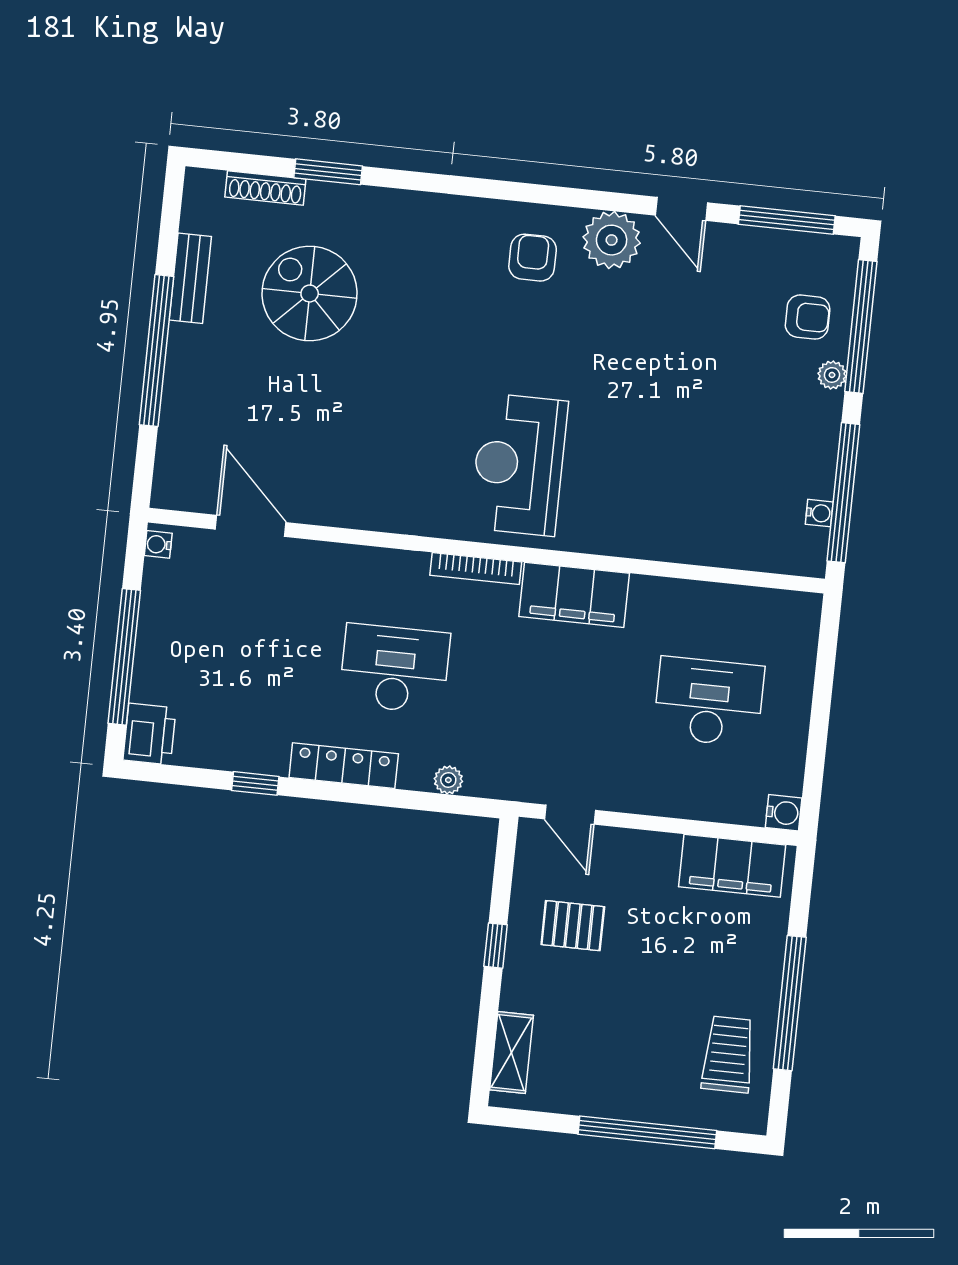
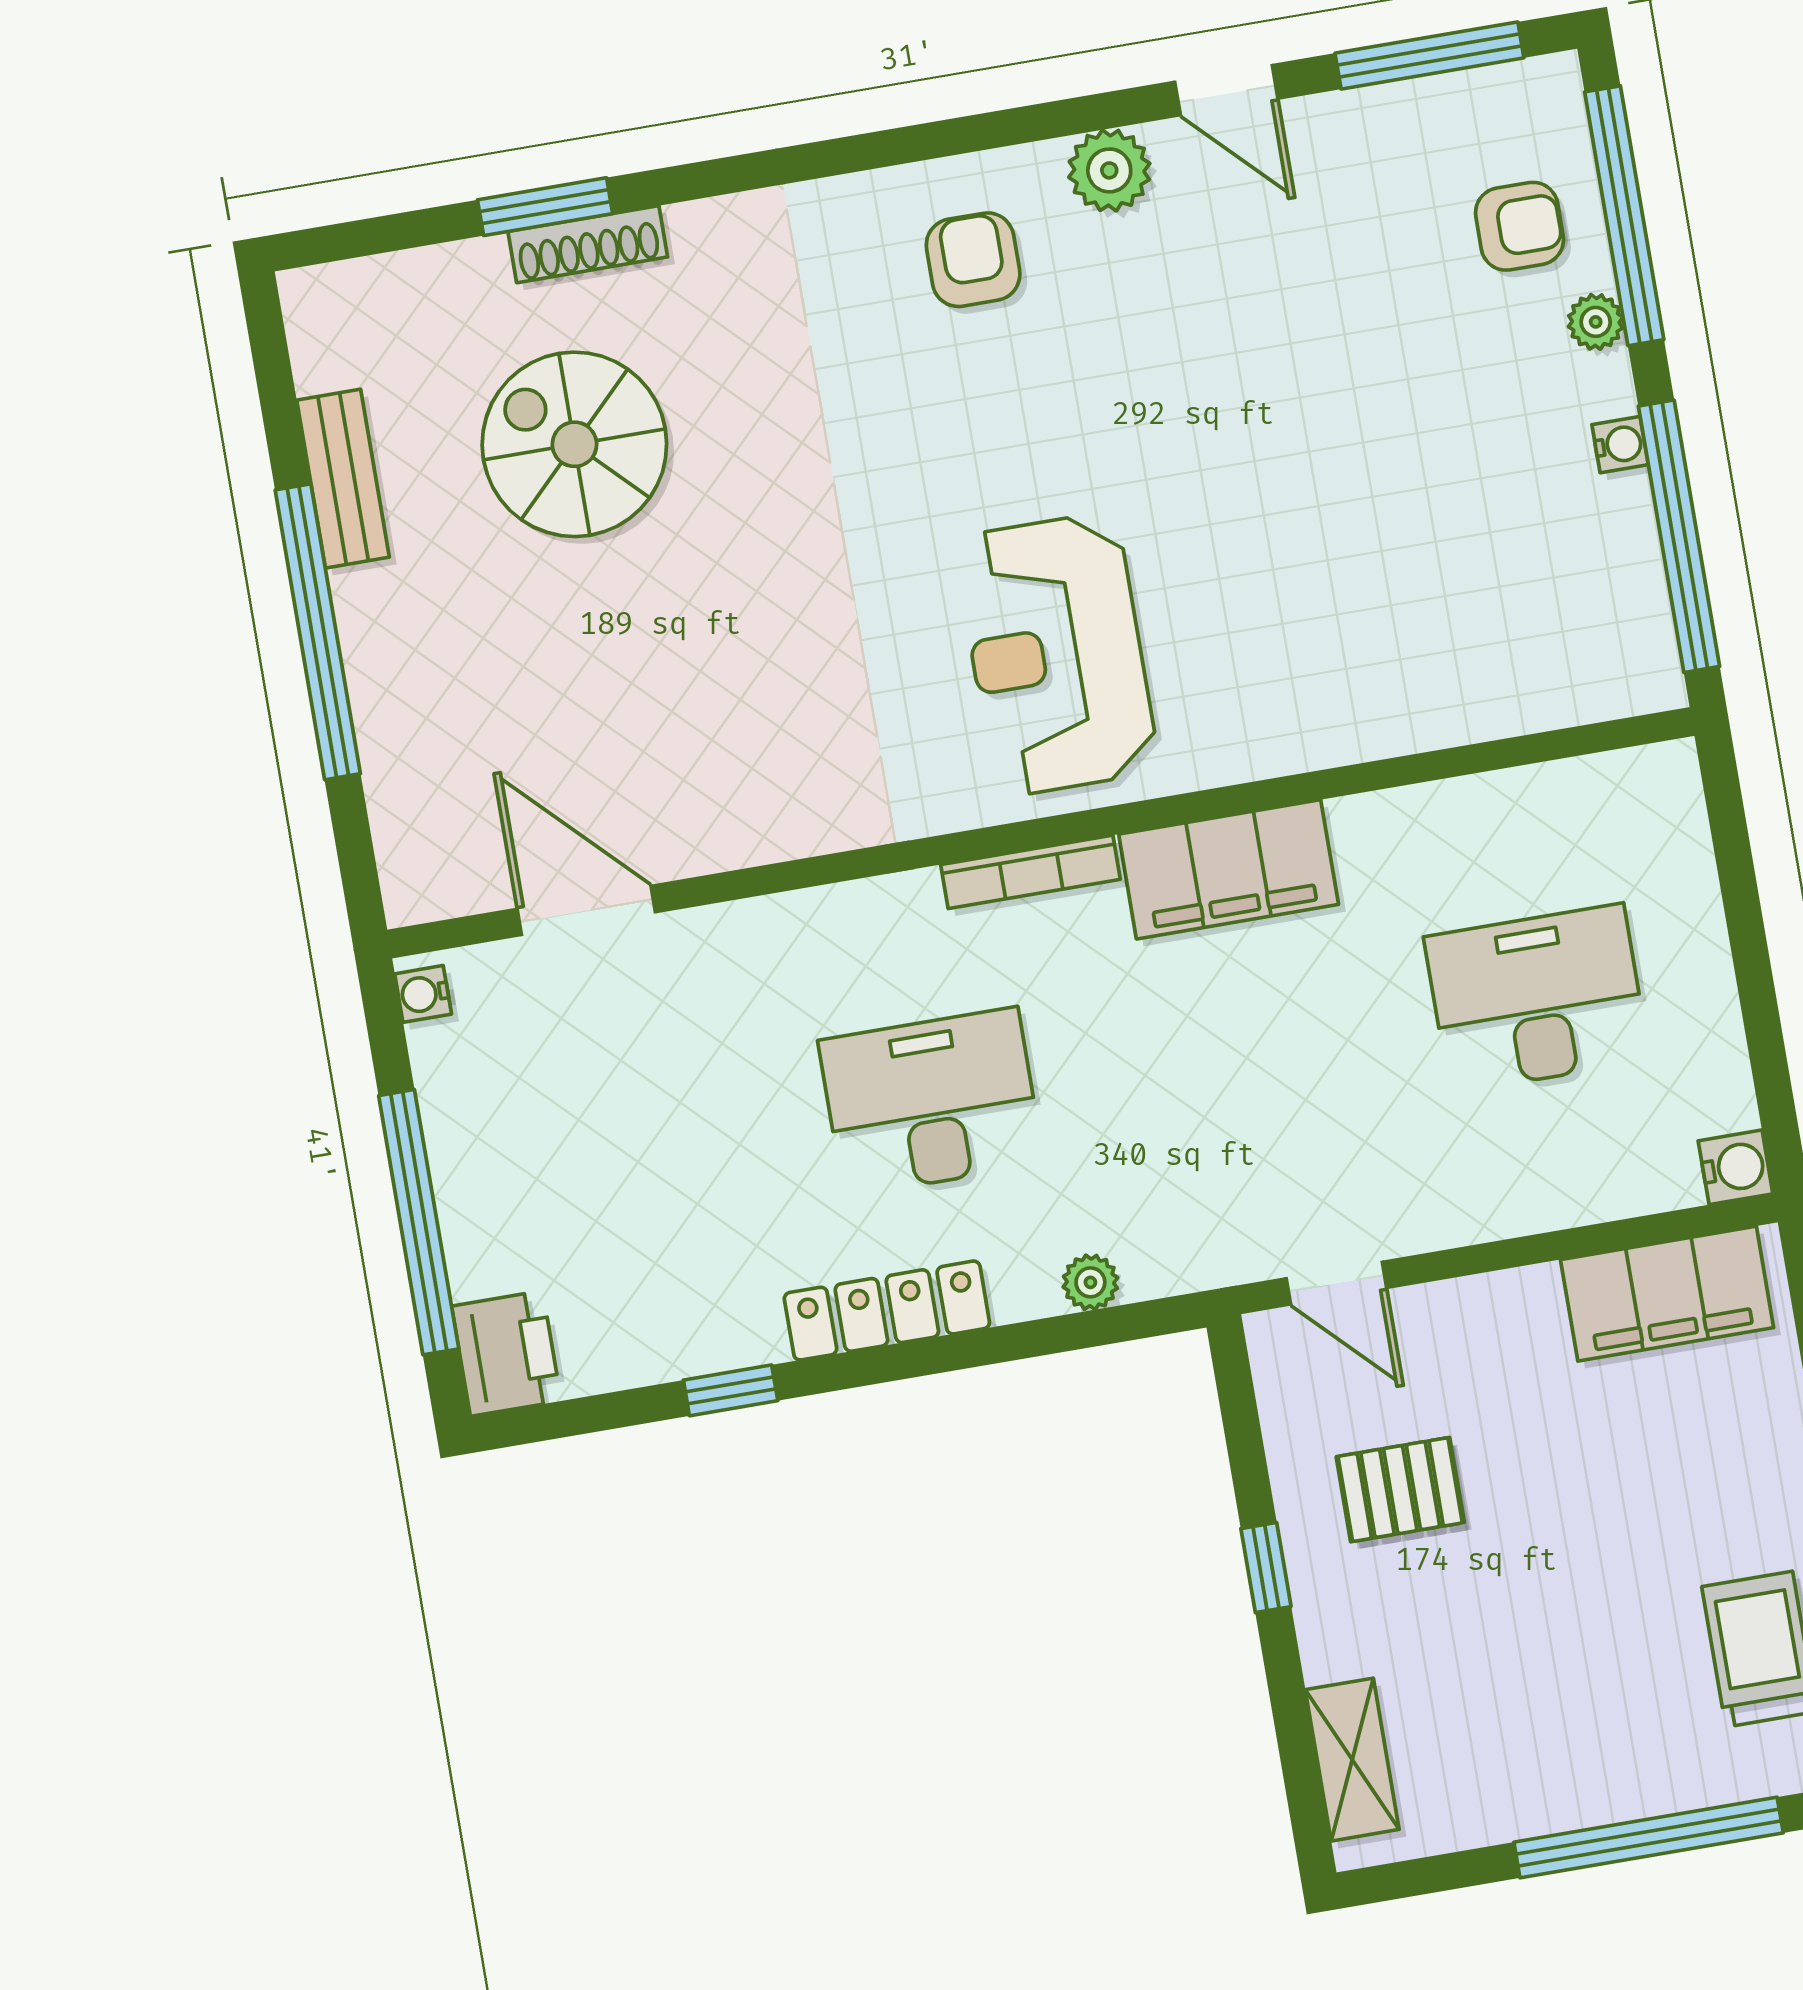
shoe rack: (265, 188) -> (588, 244), moved
plant: (612, 240) -> (1109, 170), width x0.73, depth x0.73
water cooler: (819, 513) -> (1620, 445), moved

